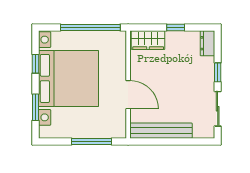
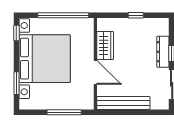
wardrobe: (148, 40) -> (105, 46), moved, turned -90
dresser: (207, 43) -> (163, 52), moved, width x1.44
window: (36, 64) -> (16, 33), moved

